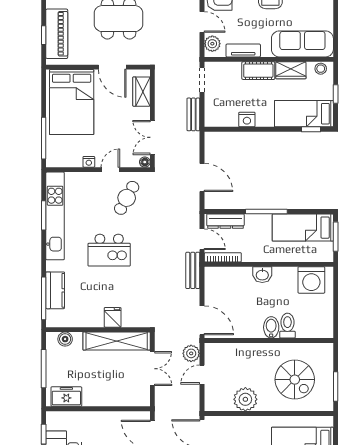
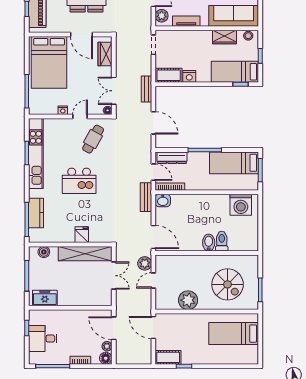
cot: (258, 71) -> (169, 75), moved
bench: (193, 114) -> (146, 89), moved
washbasin: (262, 275) -> (163, 200), moved

